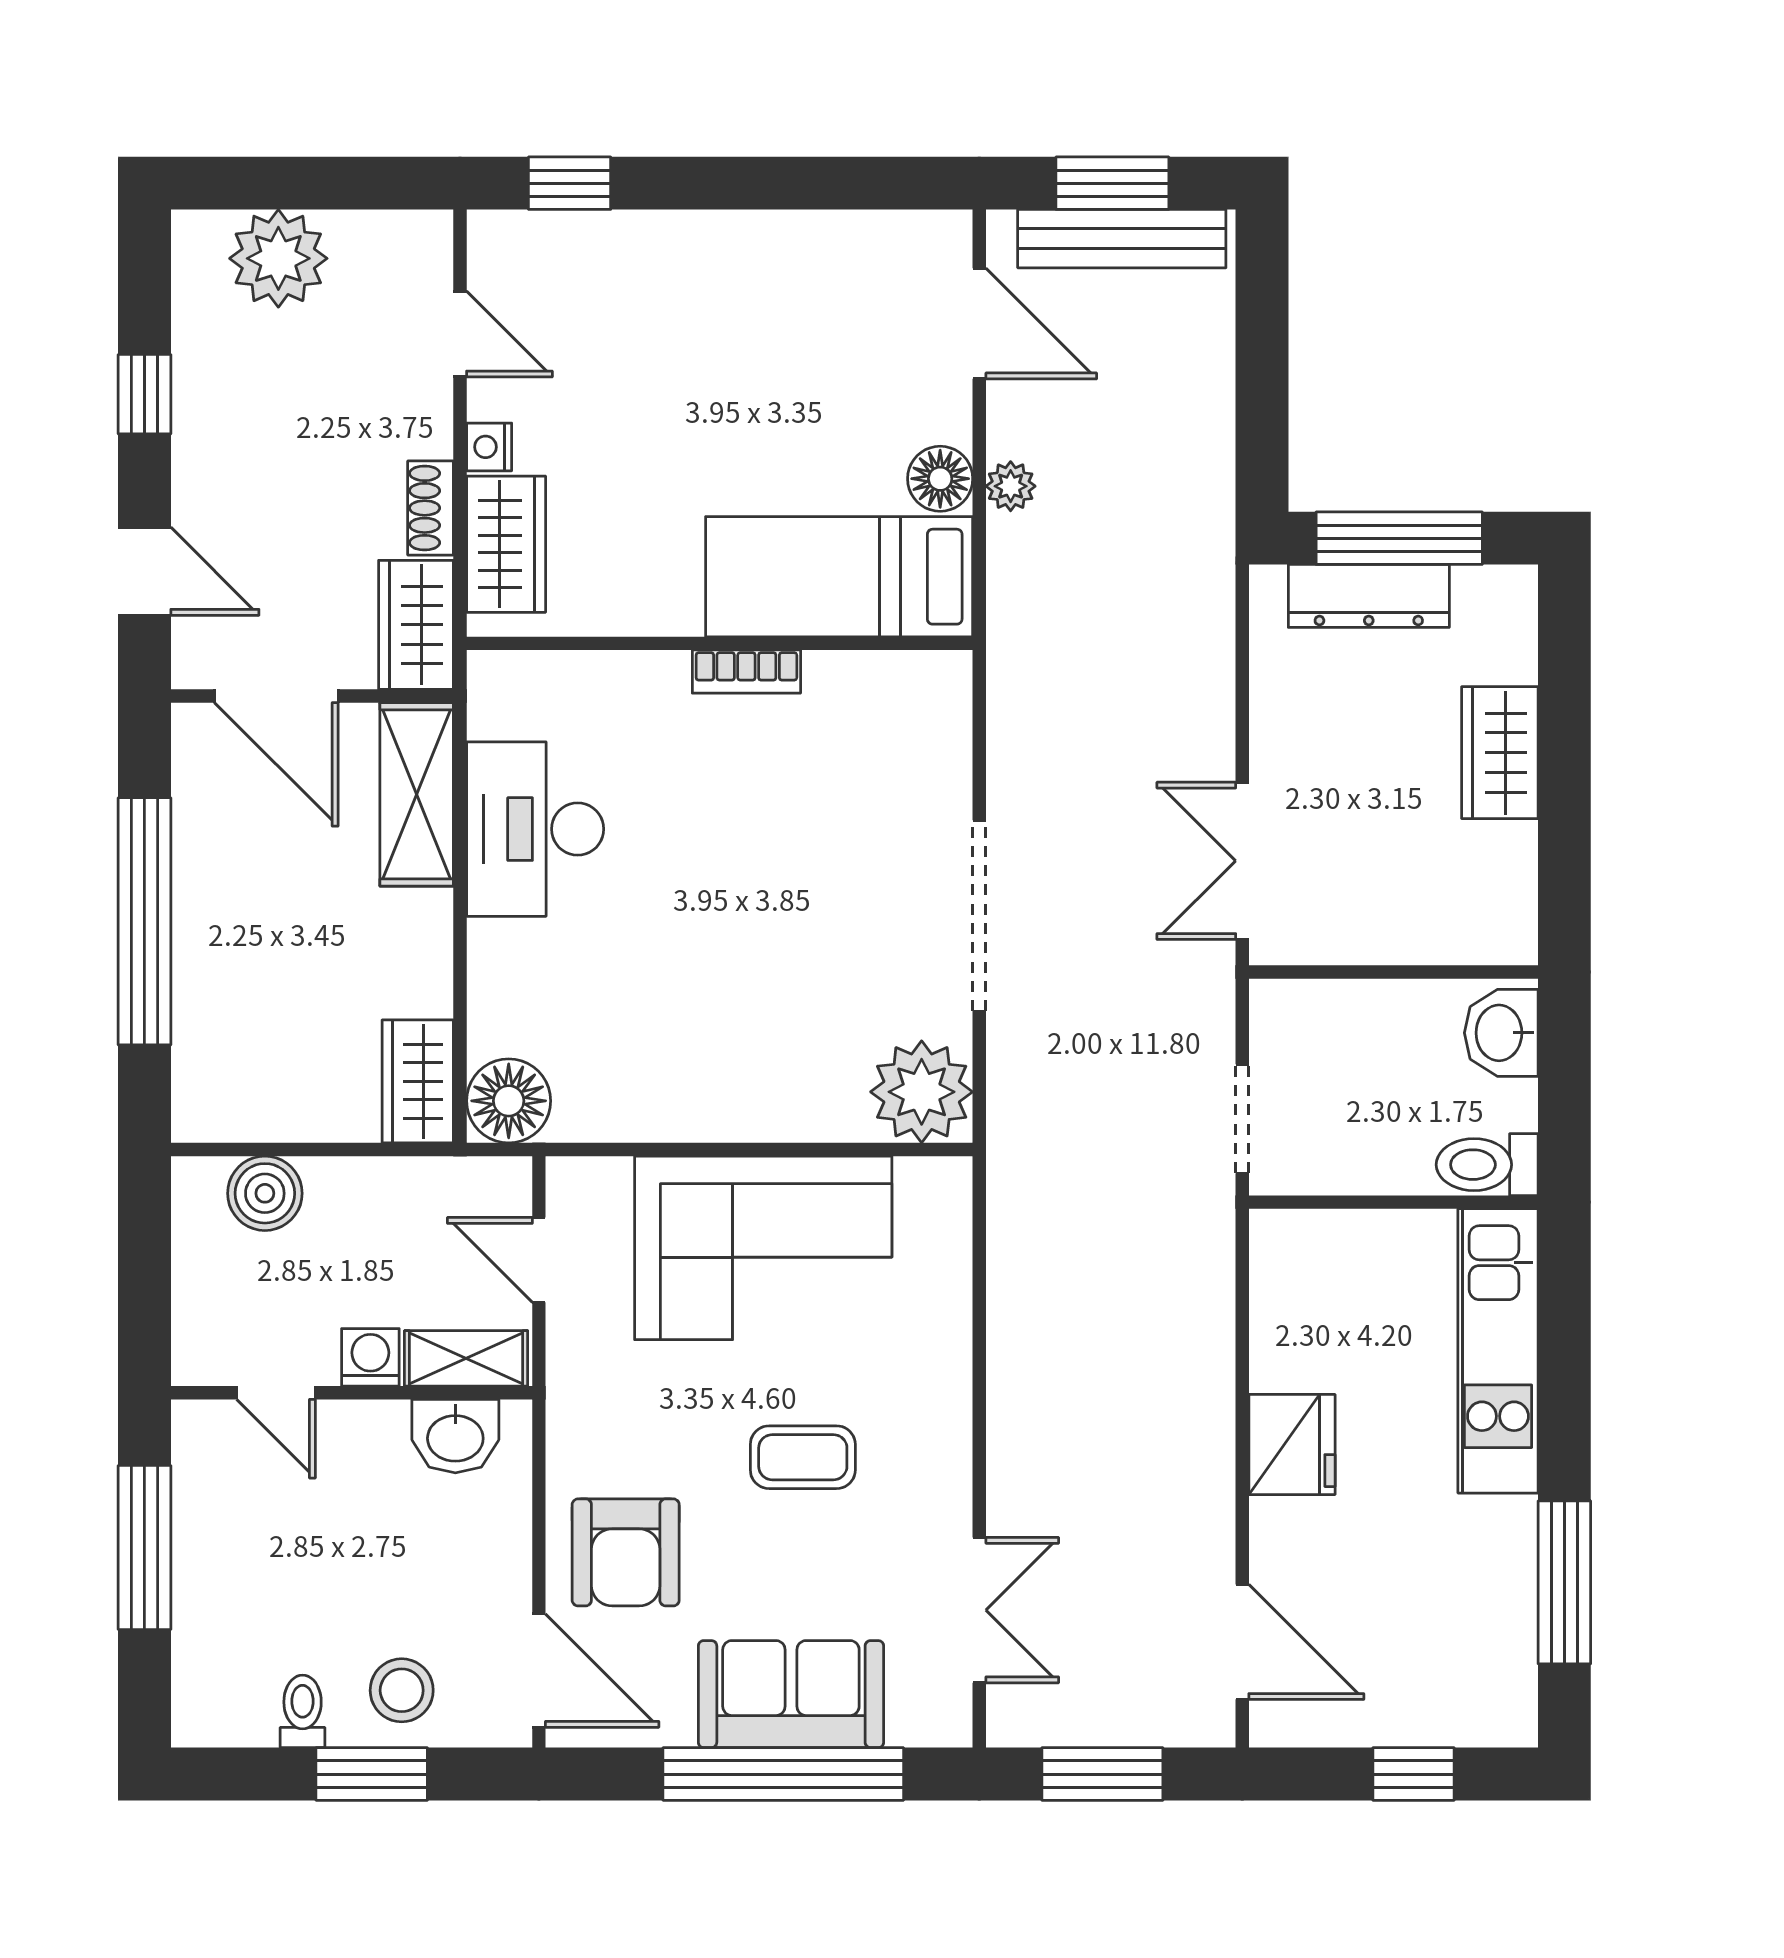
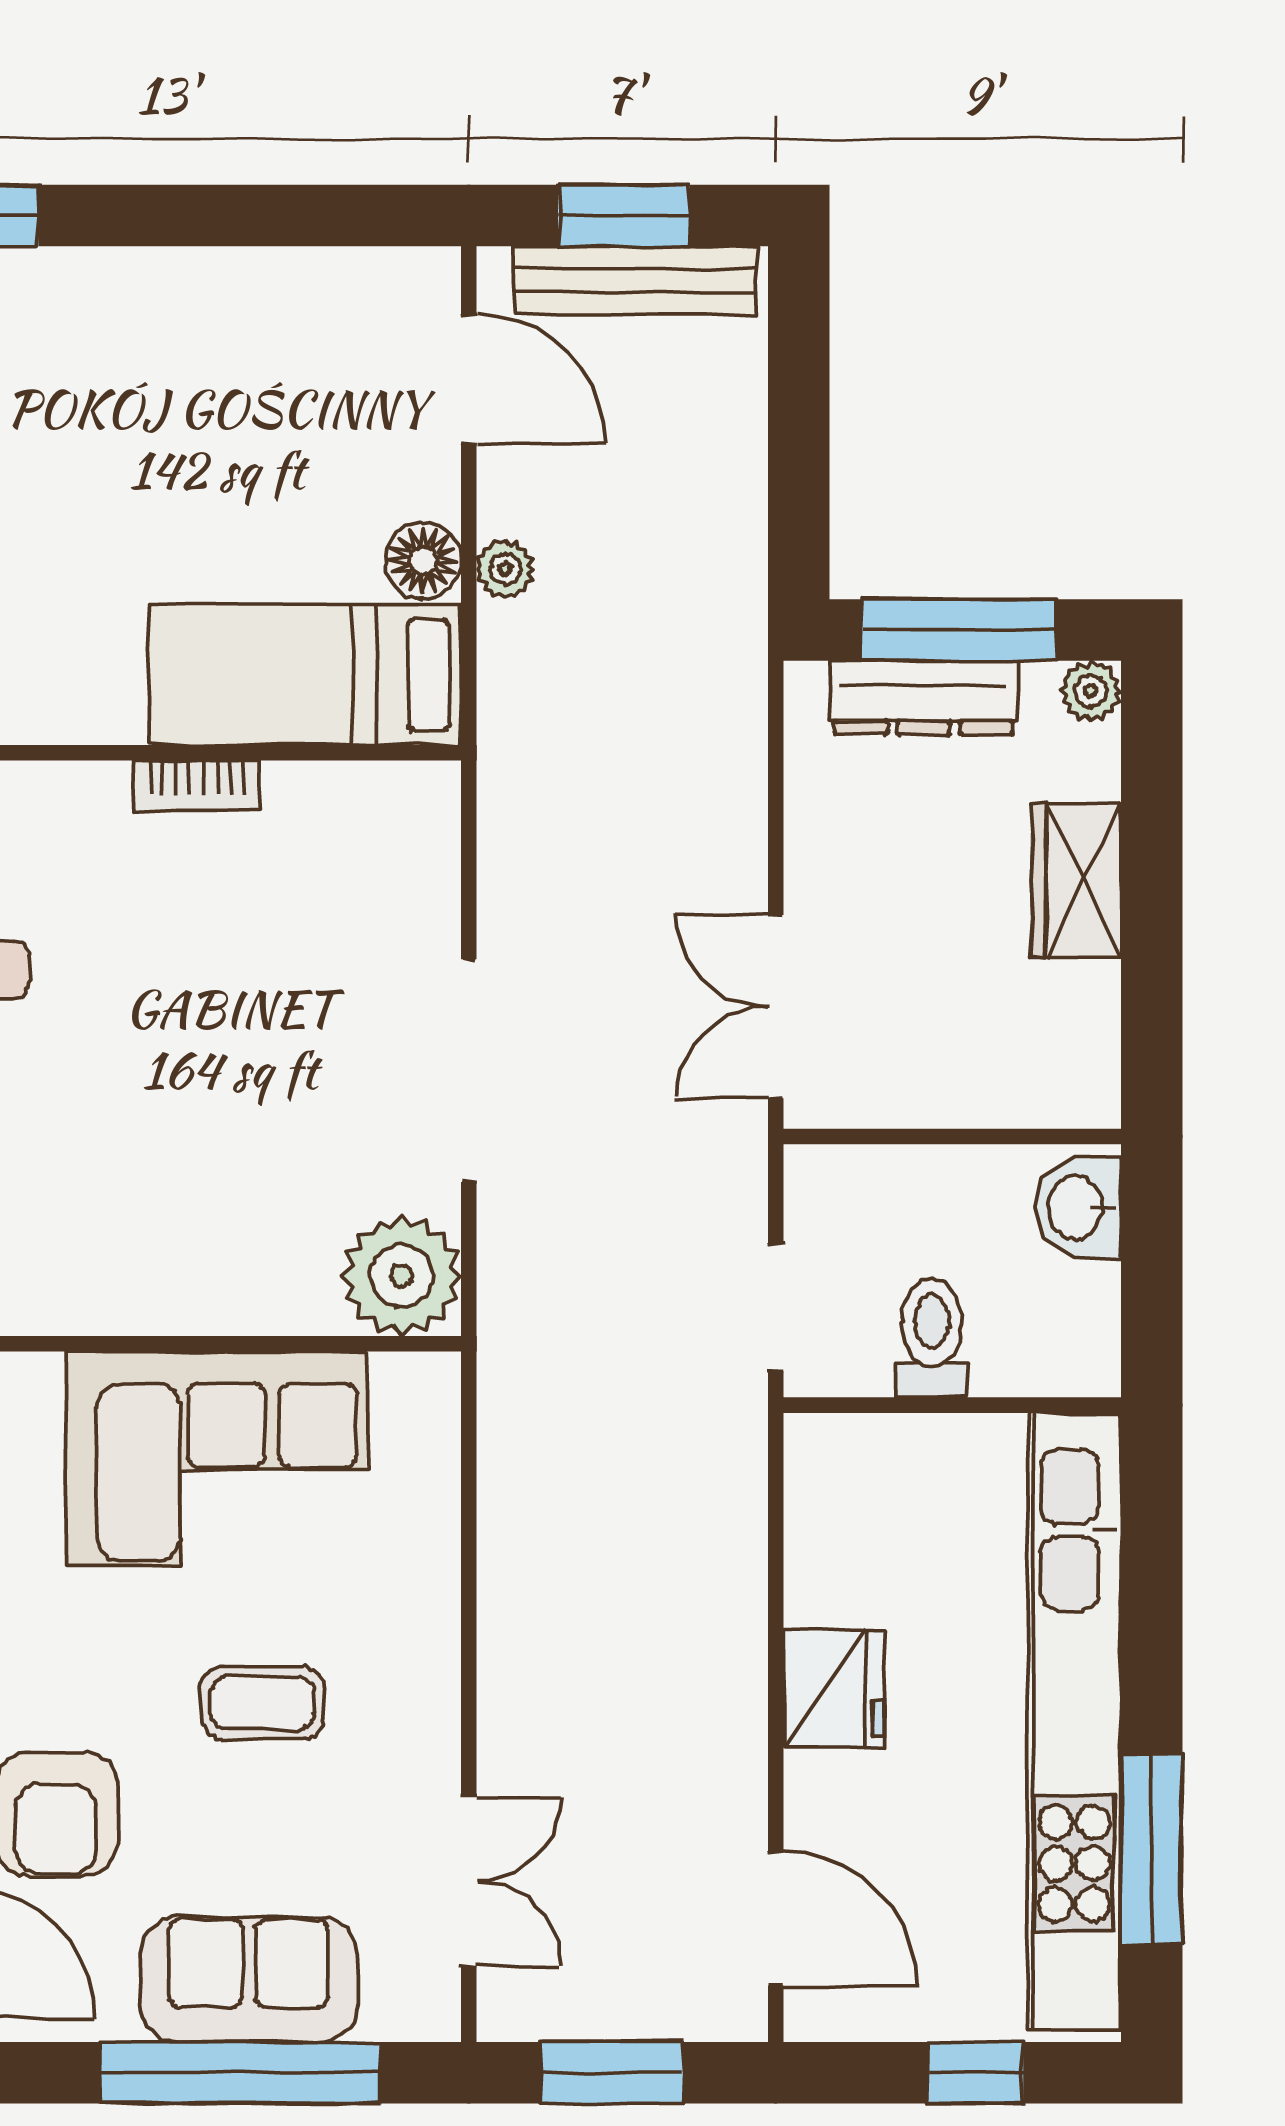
plant: (1512, 590) -> (1091, 691), added
toilet: (1487, 1165) -> (932, 1338), moved, turned 90
kitchen unit: (1498, 1351) -> (1074, 1721), width x1.86

